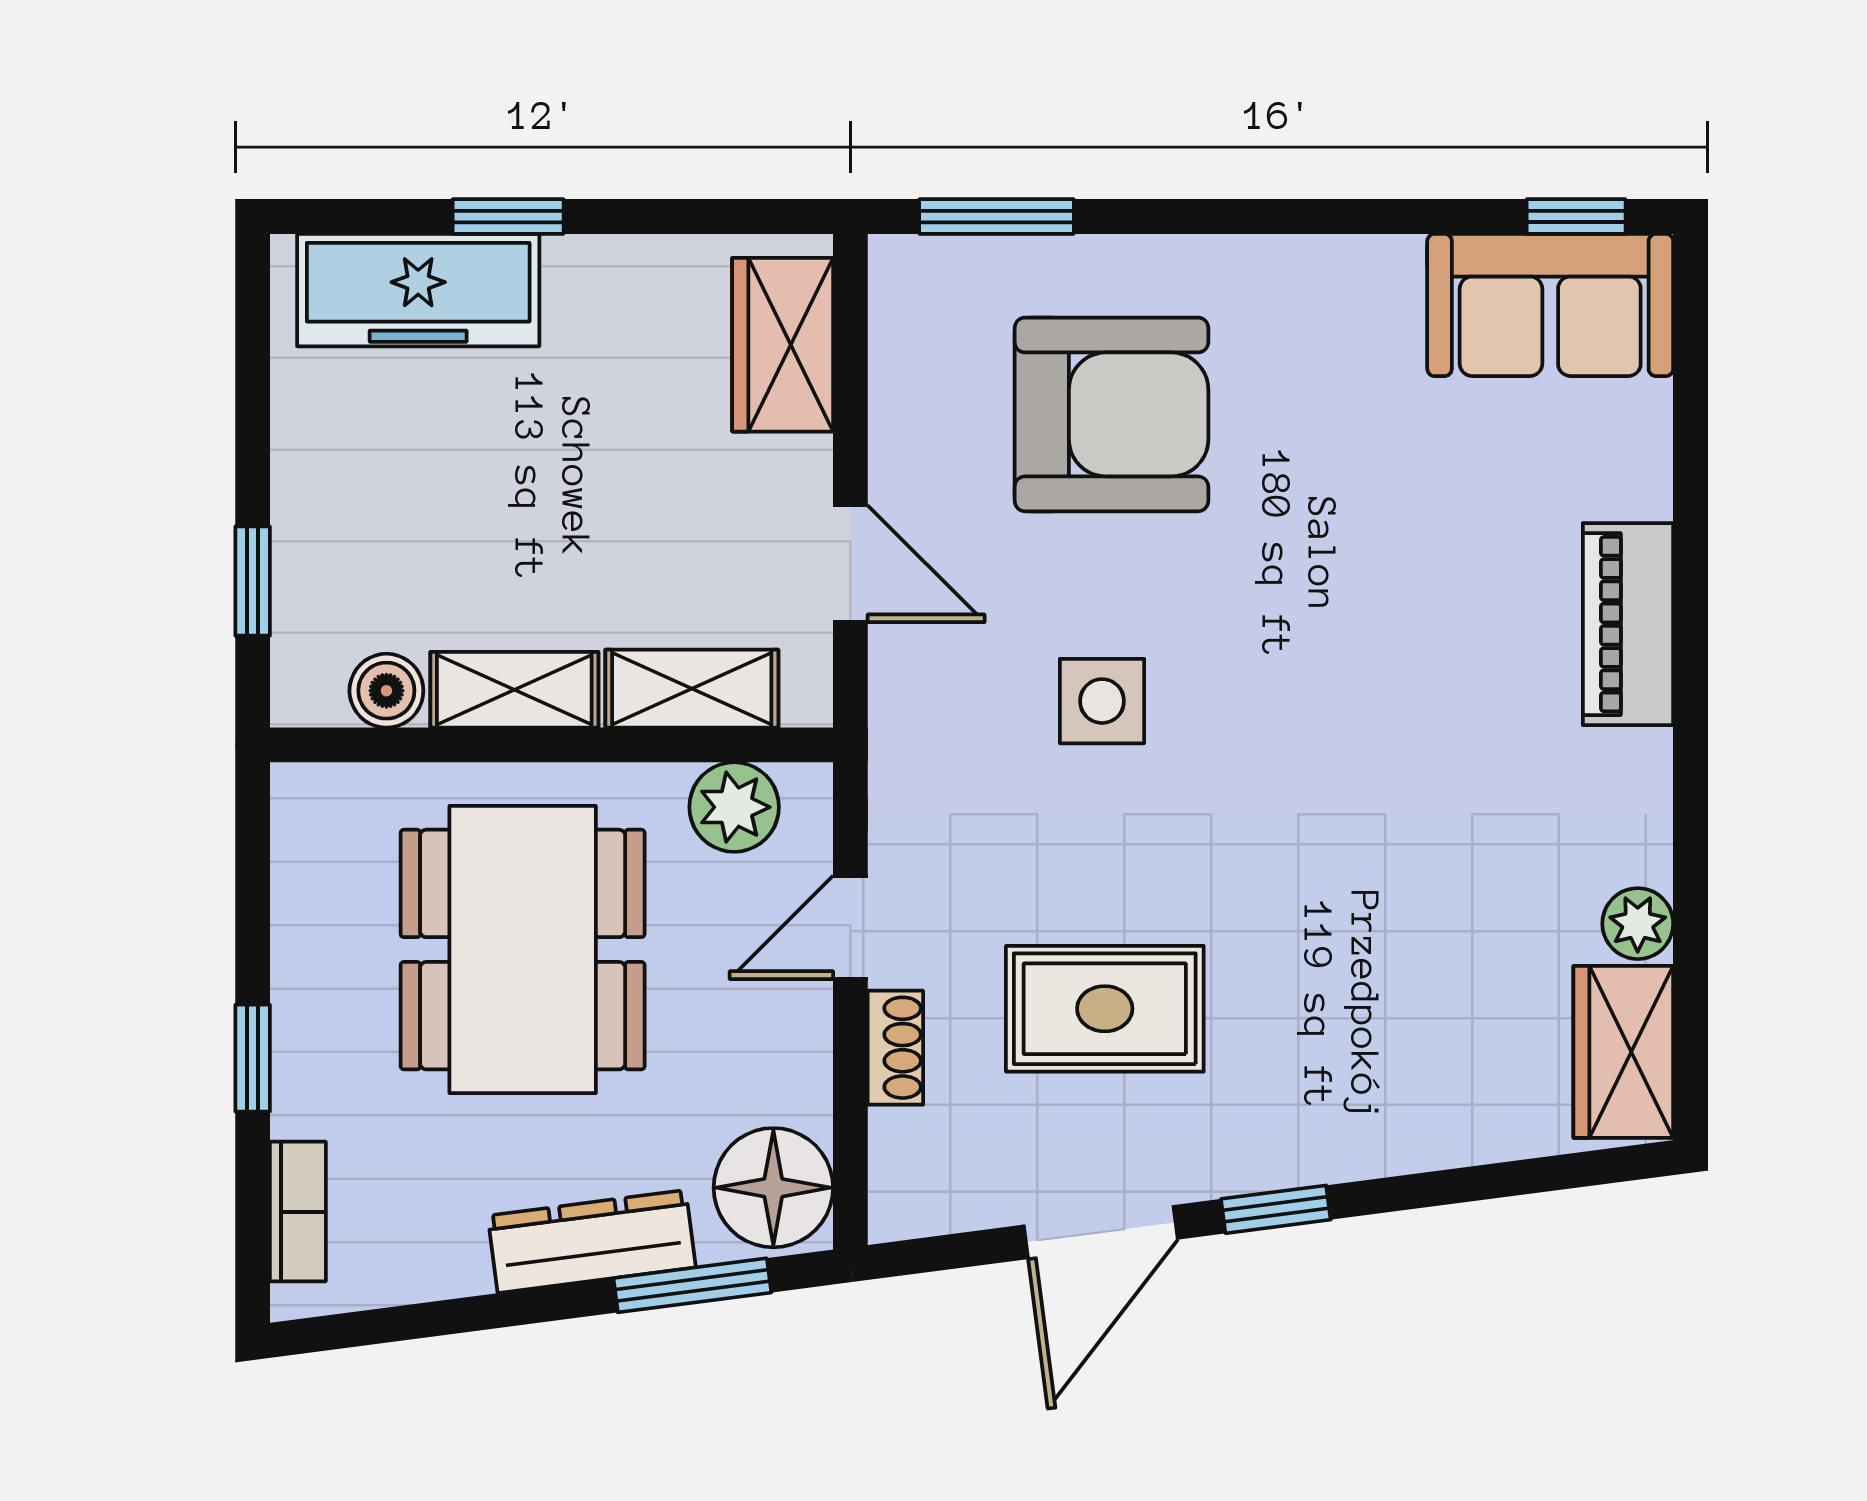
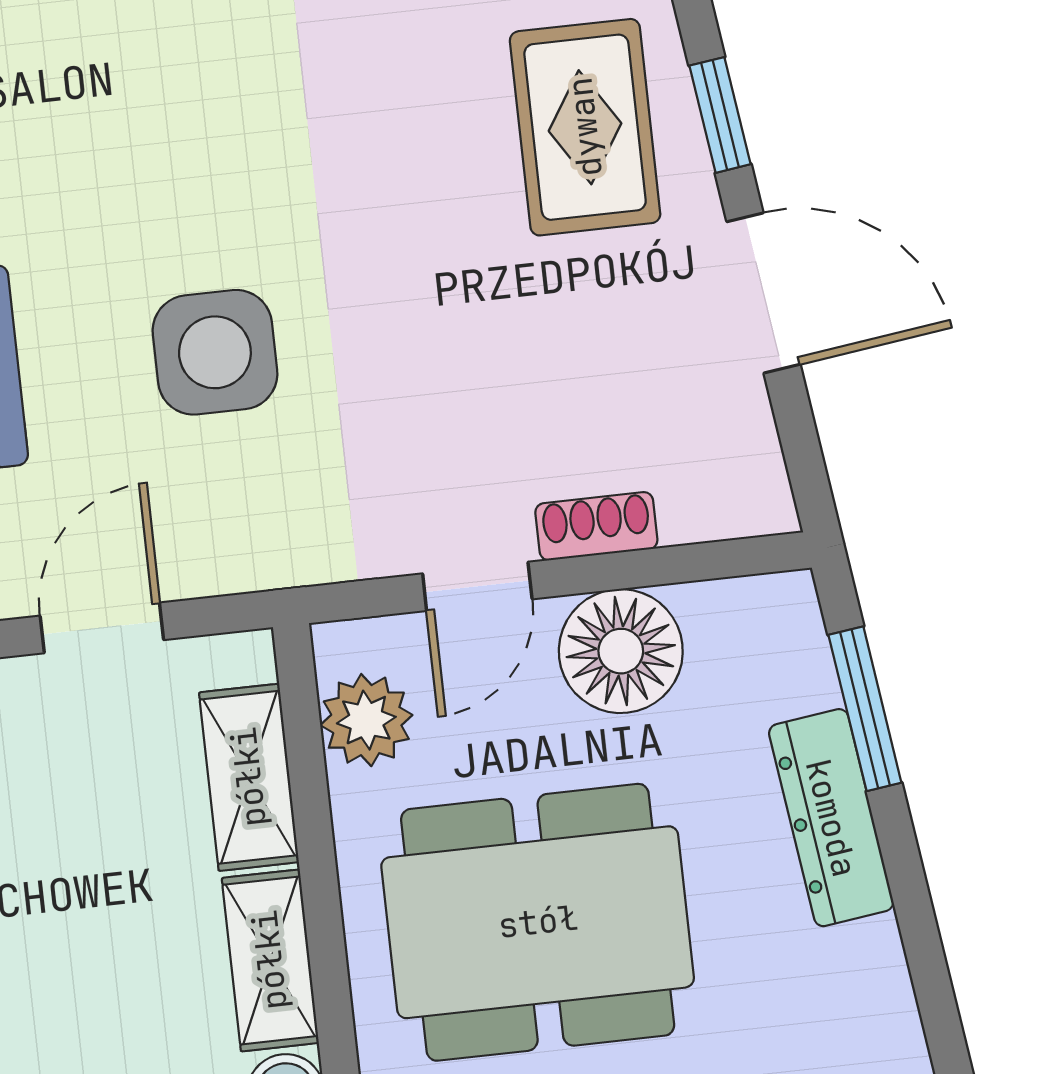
side table: (1102, 701) -> (215, 352), width x1.37, depth x1.37
door: (850, 927) -> (477, 586), hinge flipped
rug: (1105, 1009) -> (585, 127), moved
floor lamp: (773, 1188) -> (621, 651), moved

